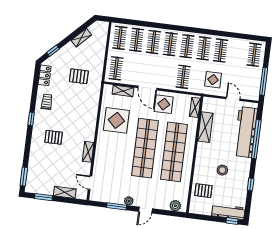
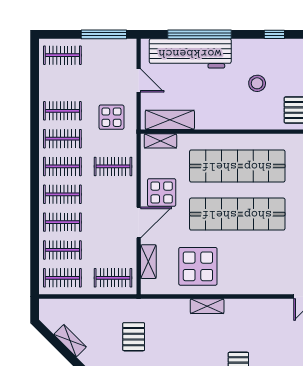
door: (233, 99) -> (139, 80), swing flipped
shelving: (205, 127) -> (170, 120), moved
shelving: (88, 152) -> (207, 306), moved

